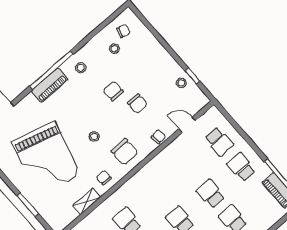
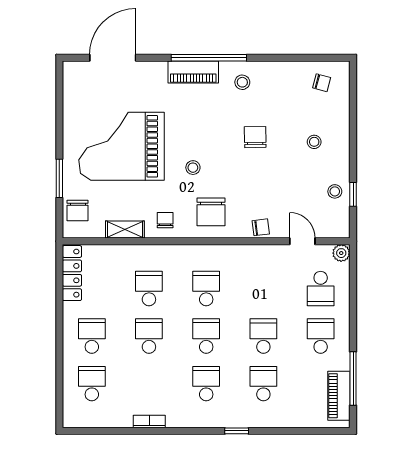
stool: (114, 49) -> (314, 142), moved
chair: (137, 104) -> (78, 210), moved
plant: (214, 113) -> (341, 253), added
grand piano: (46, 158) -> (122, 146), turned 74
school desk: (158, 195) -> (206, 289), added

